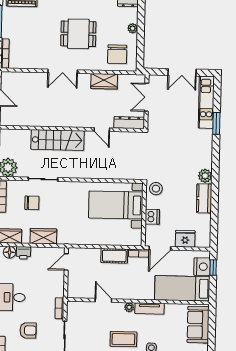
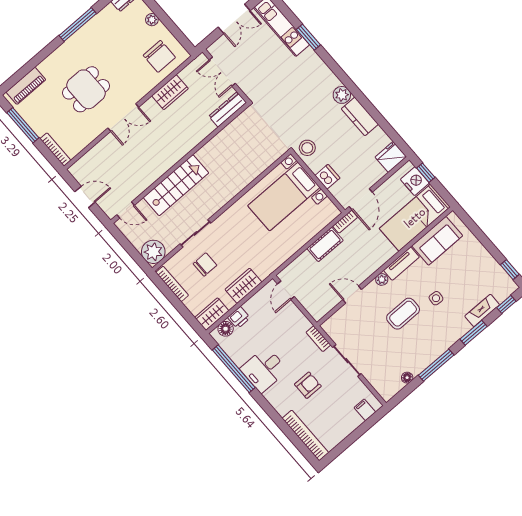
dining table: (78, 34) -> (86, 89), moved
door: (102, 129) -> (126, 210), moved
fridge: (185, 239) -> (391, 157), moved
sofa: (198, 325) -> (437, 241), moved, turned -90

